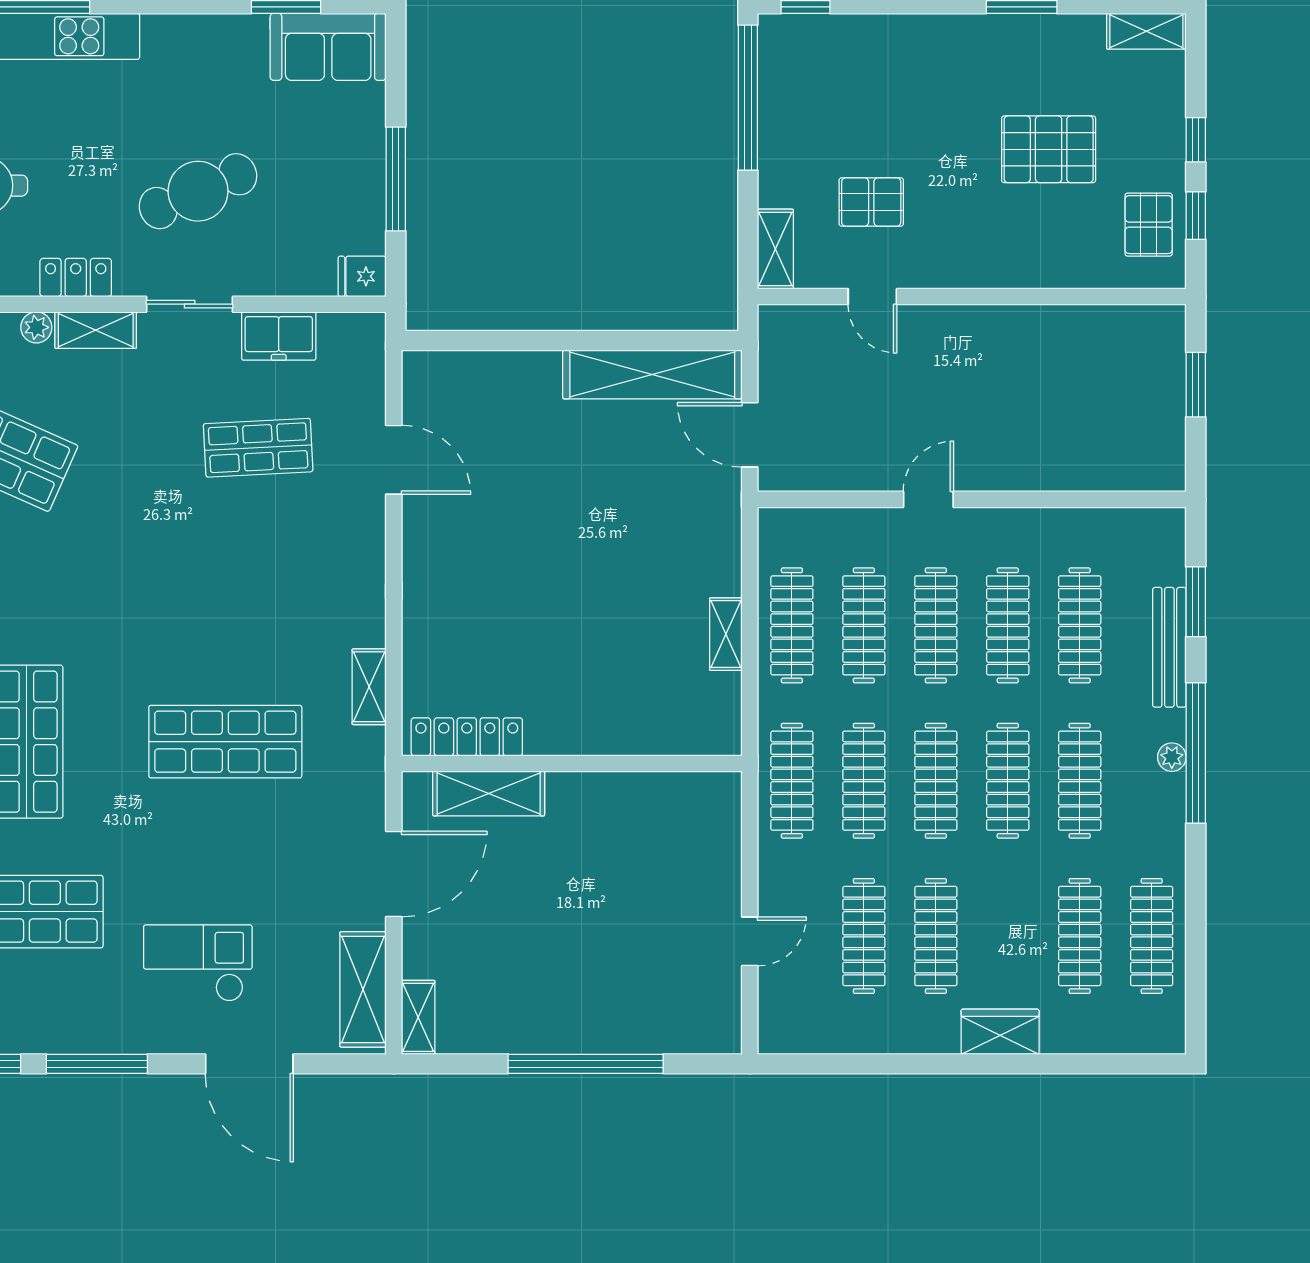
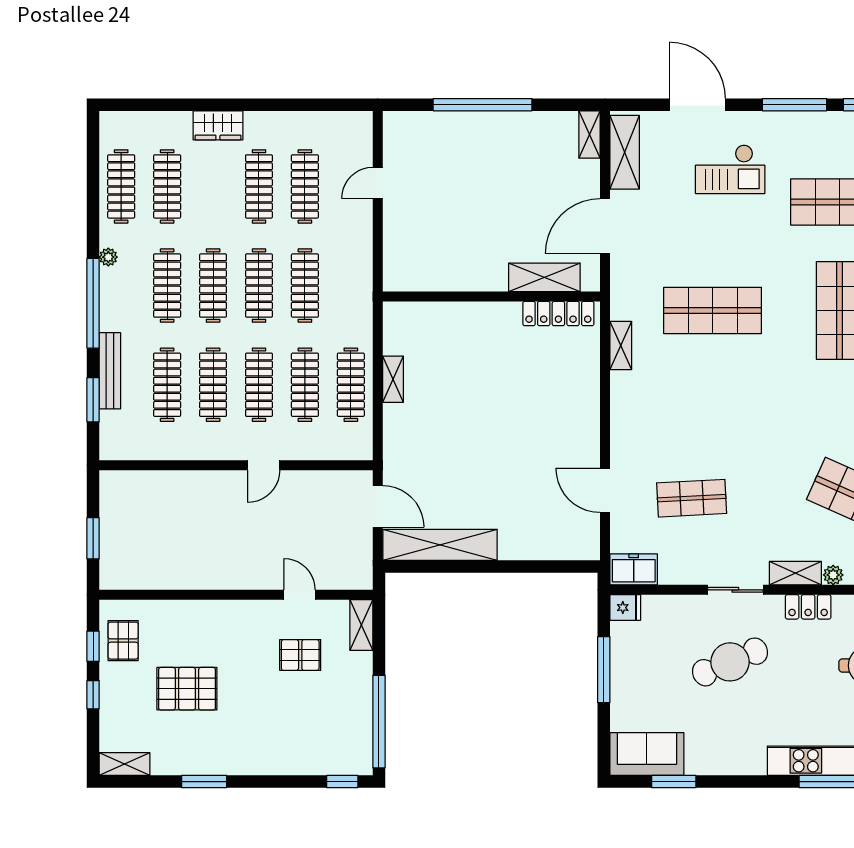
freezer: (279, 336) -> (634, 569), moved
plant: (1172, 757) -> (108, 257), moved
clothes rail: (792, 781) -> (351, 286), removed

